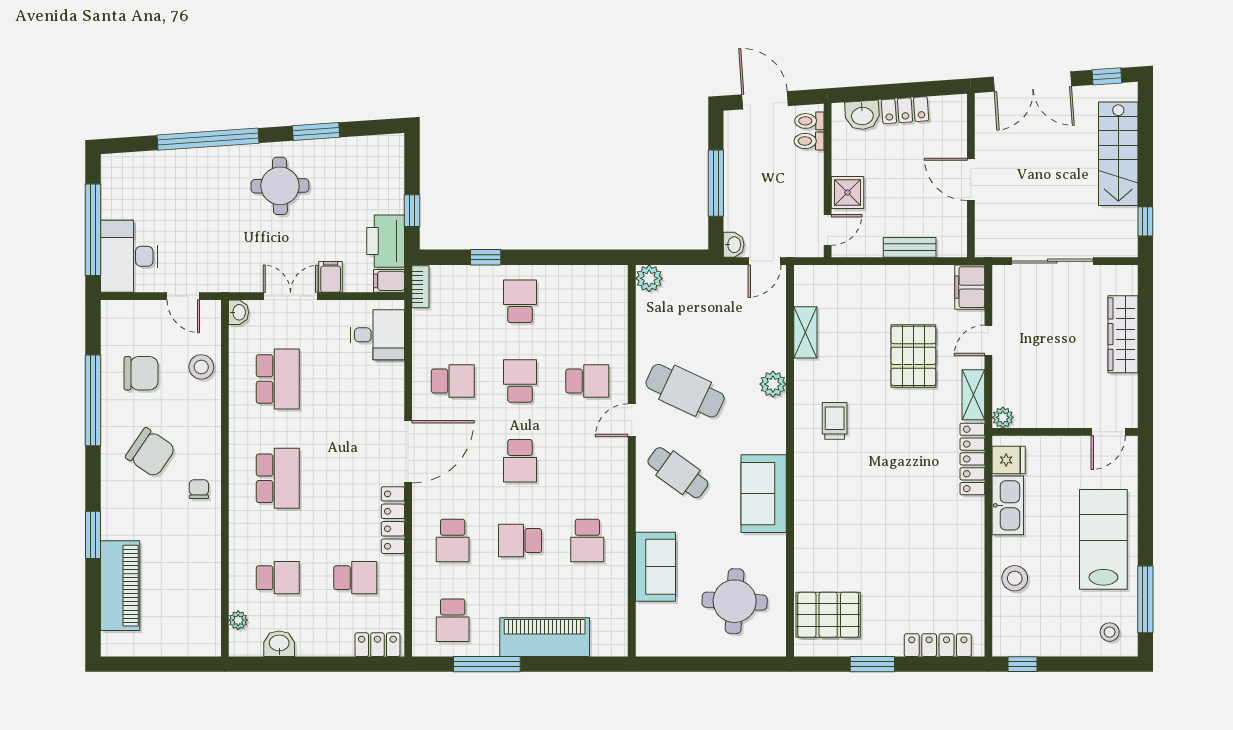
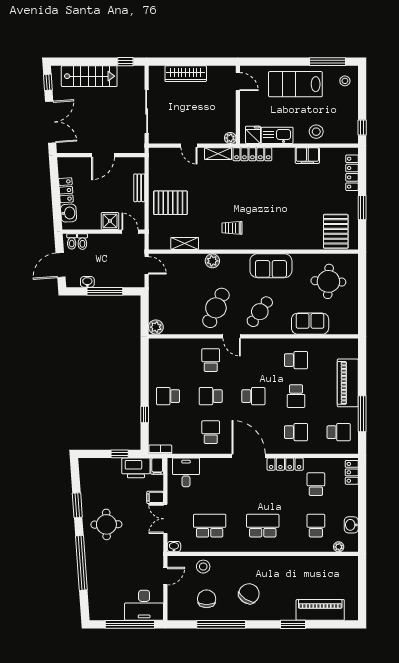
washbasin: (734, 245) -> (87, 282), moved
filing cabinet: (970, 287) -> (307, 156), moved
pallet: (913, 356) -> (170, 203), moved
chair: (199, 489) -> (269, 568), removed

